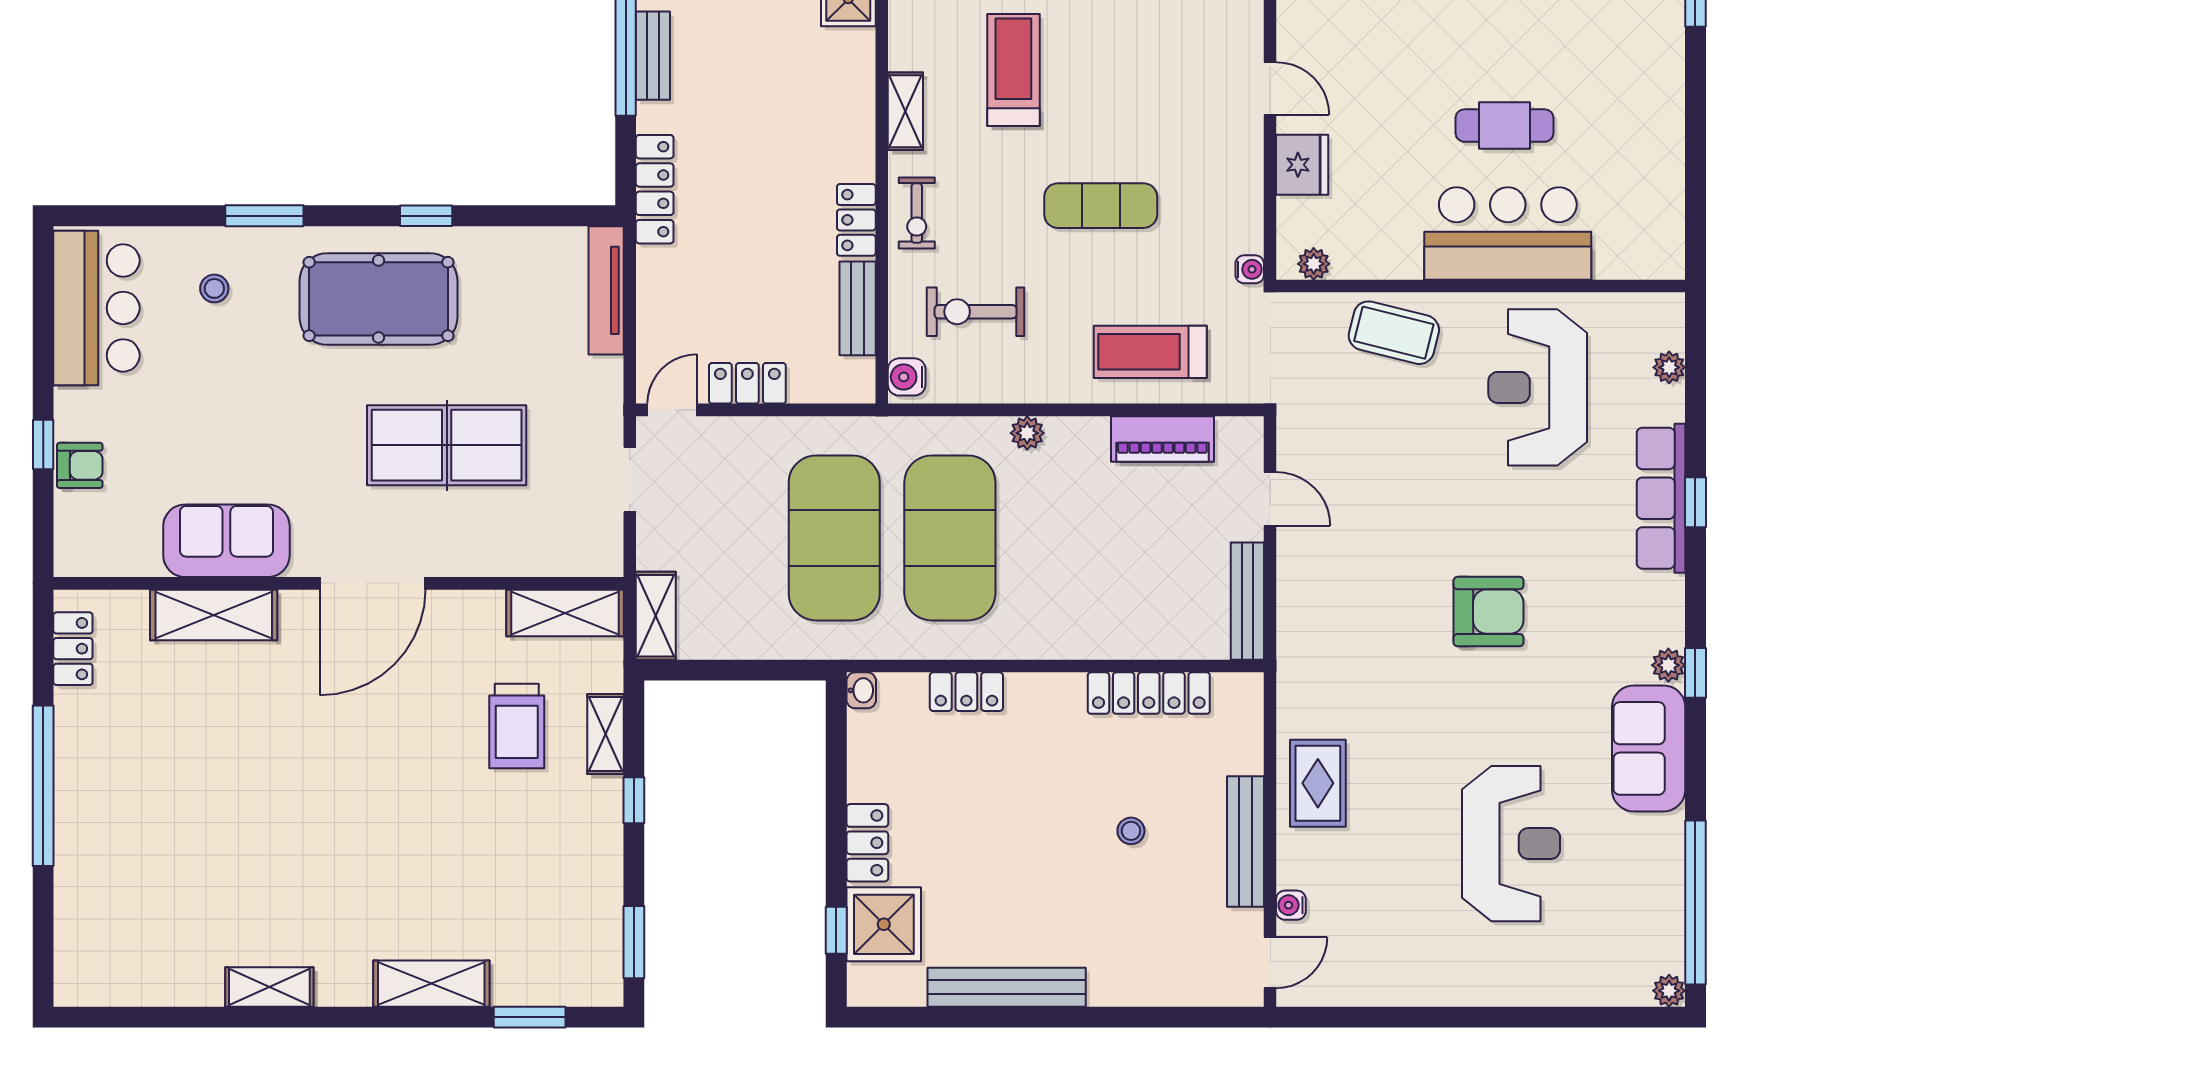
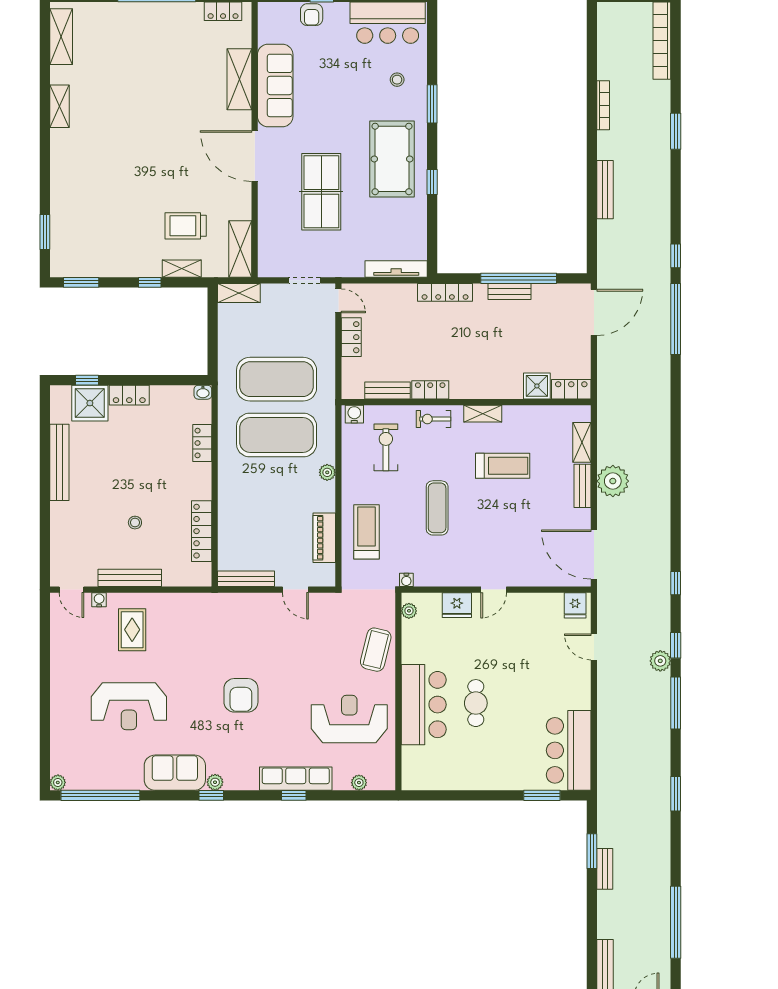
door: (1270, 499) -> (295, 590), hinge flipped
sofa: (226, 541) -> (275, 85), width x1.36
rug: (1318, 783) -> (132, 630), moved, turned 90
shelving: (431, 984) -> (61, 37), moved

